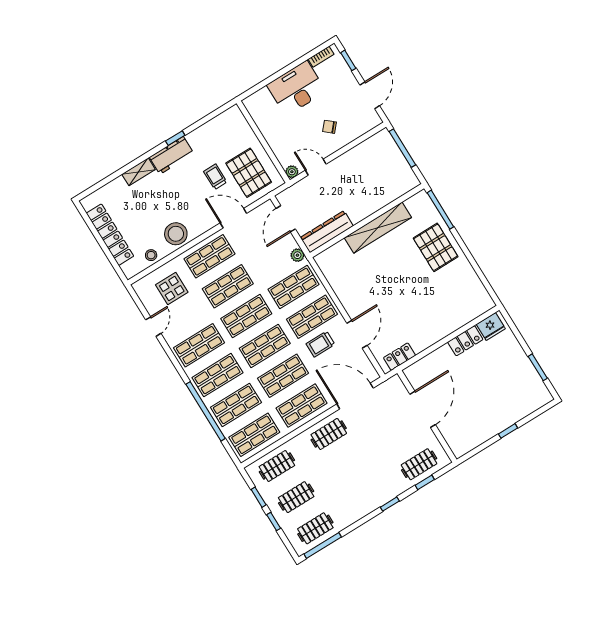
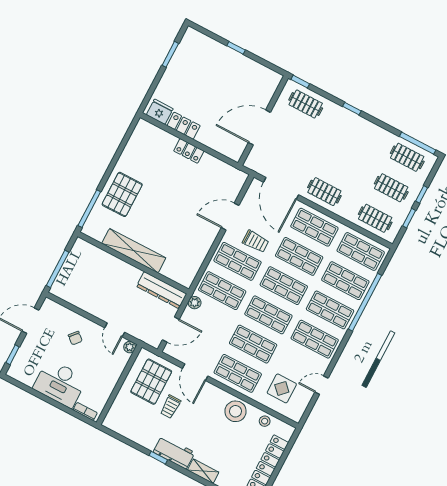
bookcase: (321, 57) -> (85, 411), moved
locker: (400, 357) -> (189, 151), moved
window: (425, 482) -> (300, 82), moved

